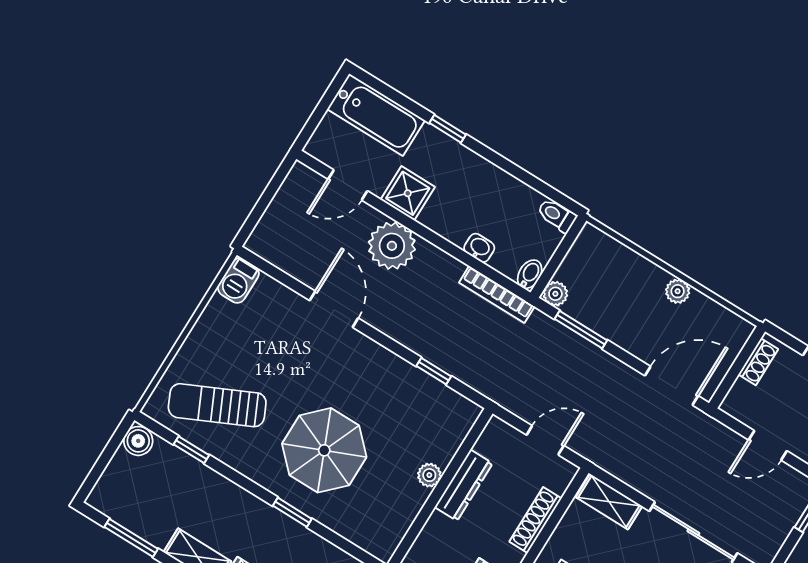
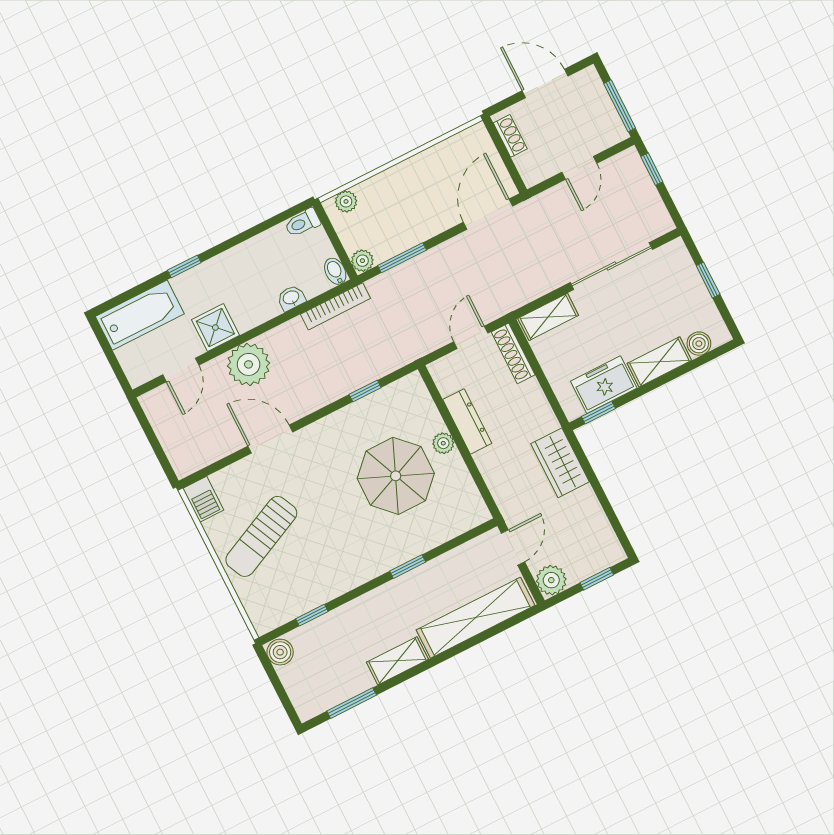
plant: (678, 291) -> (346, 201), moved
sun lounger: (217, 405) -> (261, 536), moved
parasol: (324, 450) -> (396, 476), moved
shoe rack: (535, 520) -> (513, 353), moved

